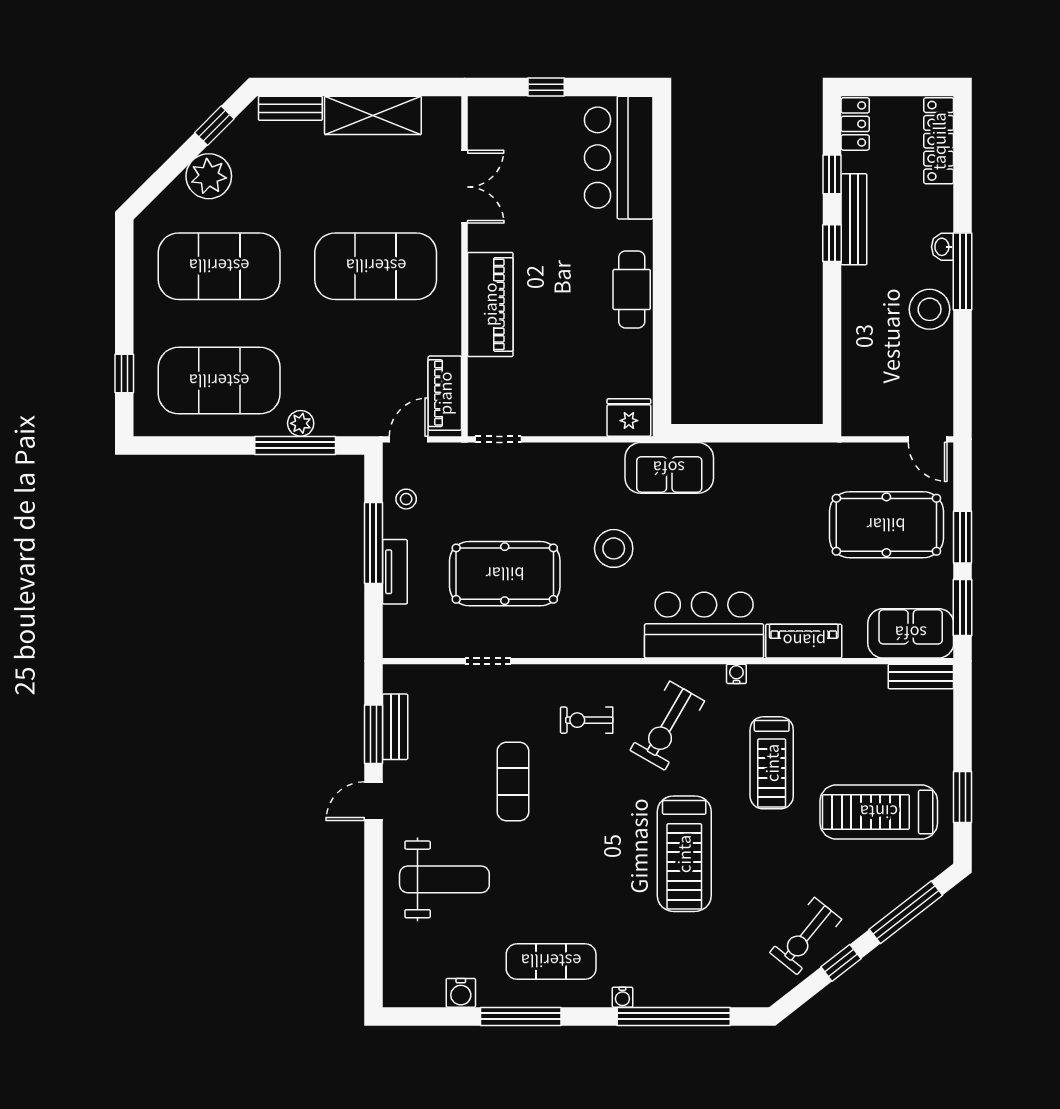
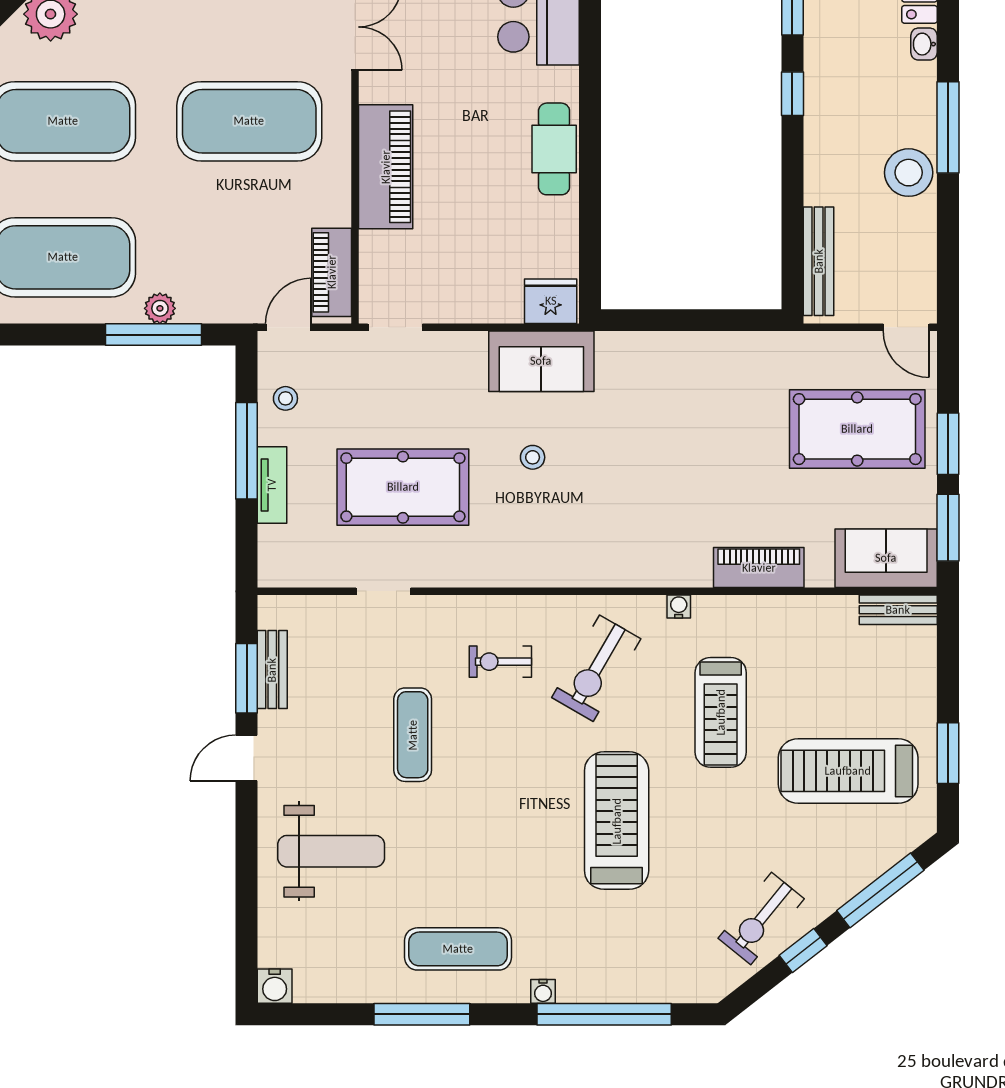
bench: (854, 219) -> (819, 261), moved
washbasin: (943, 247) -> (924, 44), moved
sofa: (669, 468) -> (541, 361), moved
stool: (614, 548) -> (533, 457), width x0.53, depth x0.53
bar counter: (704, 625) -> (640, 548), removed
treadmill: (684, 854) -> (617, 821), turned 180
water cooler: (461, 993) -> (275, 986), moved

